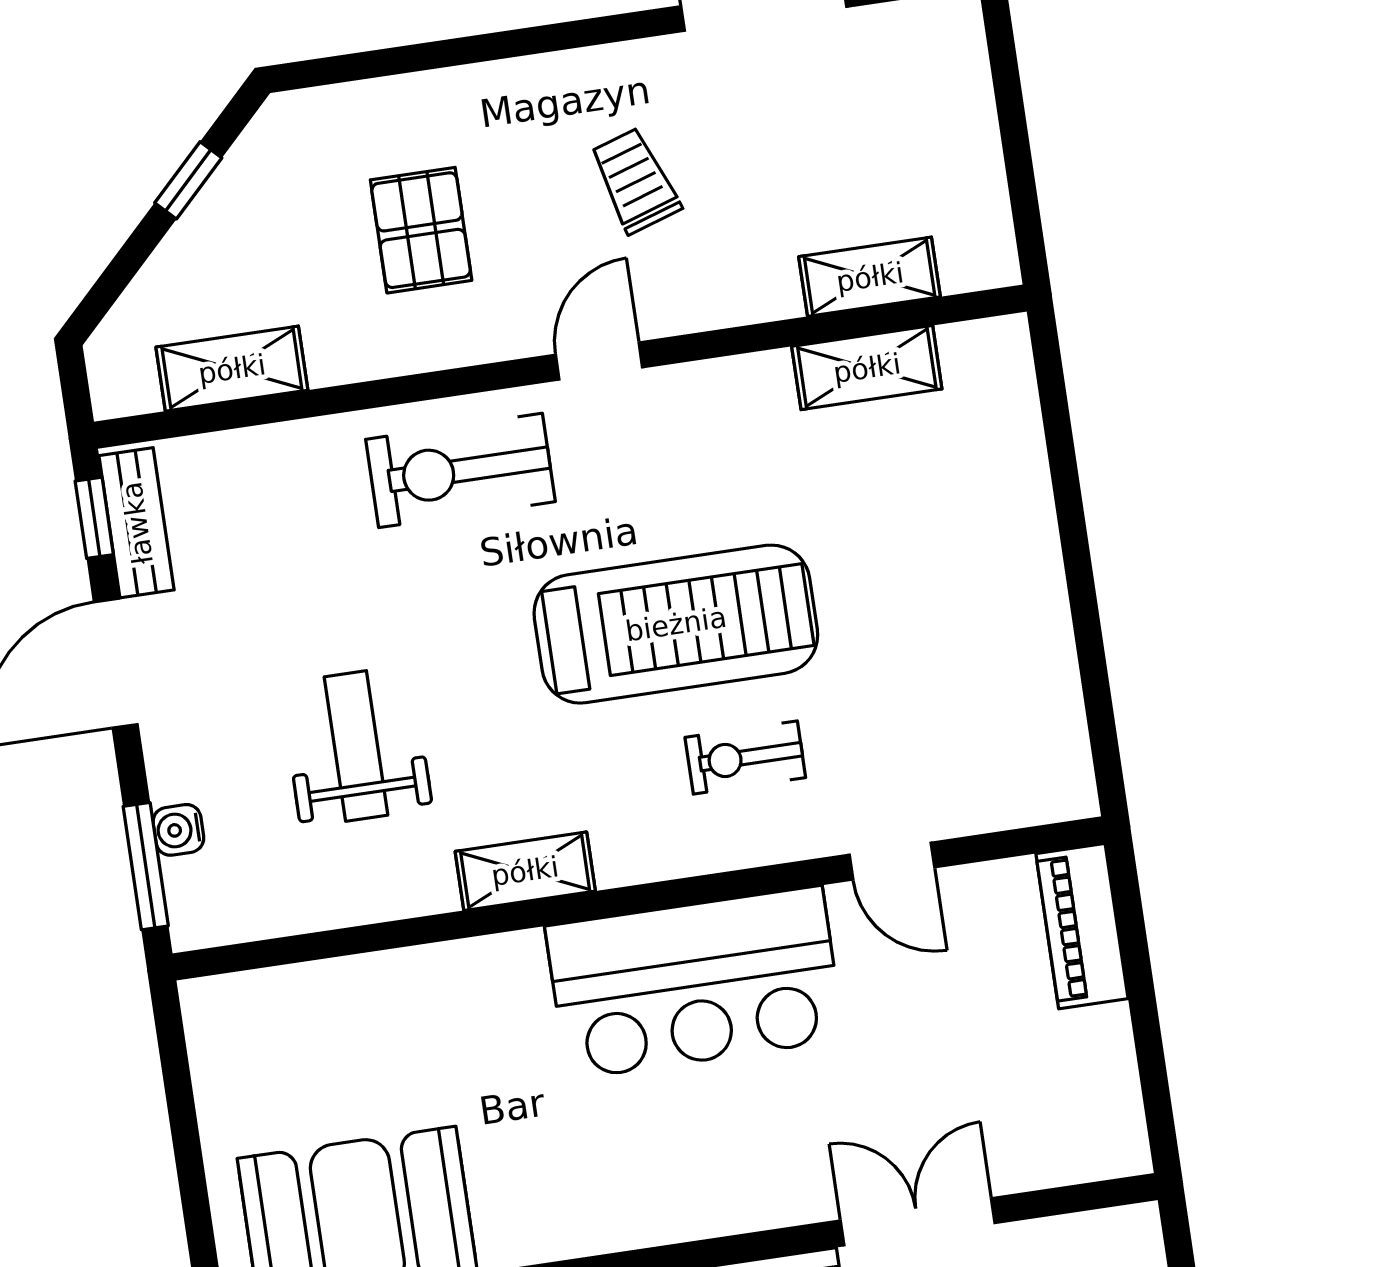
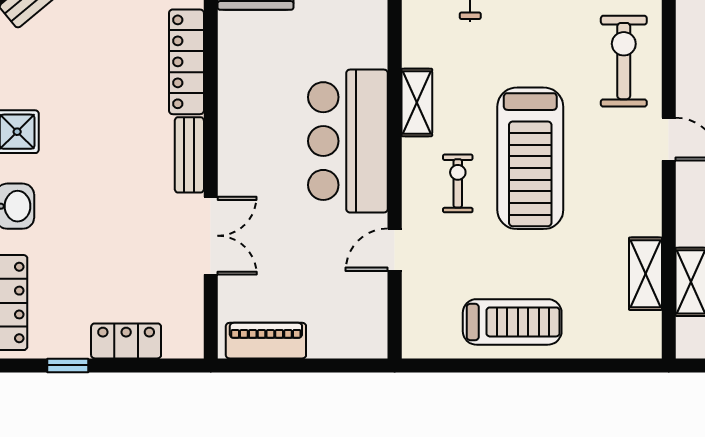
treadmill: (999, 612) -> (512, 322), added
shelving: (525, 871) -> (417, 102), moved
piano: (1082, 926) -> (266, 341), moved

